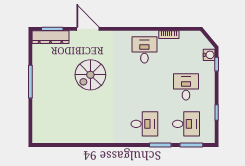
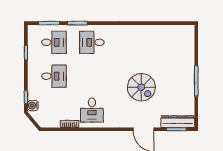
spiral stairs: (90, 75) -> (141, 87), turned 90
desk: (186, 87) -> (54, 76), turned -90
desk: (186, 124) -> (54, 42), turned 180

